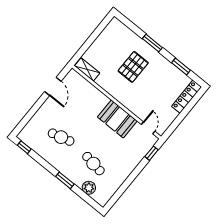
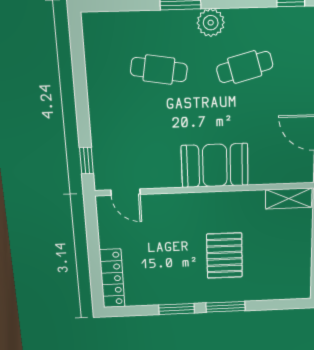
window: (181, 66) -> (177, 309), moved
booth: (117, 119) -> (215, 165), moved
plant: (89, 188) -> (211, 23), moved

